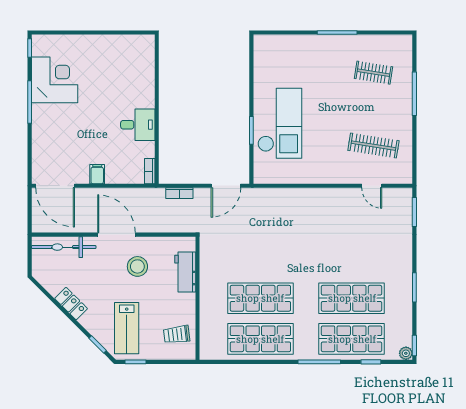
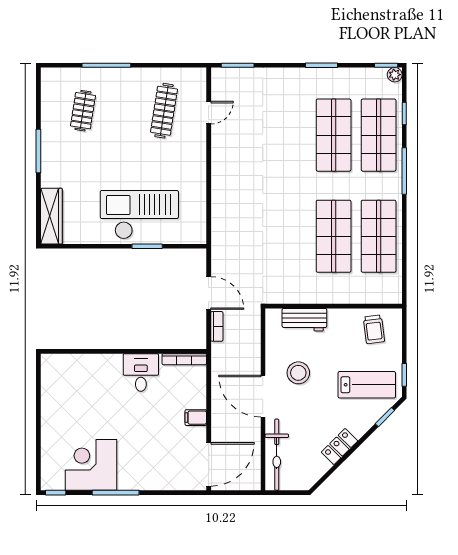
wardrobe: (278, 44) -> (51, 216), added
bookcase: (150, 171) -> (184, 359), width x1.56
door: (226, 186) -> (209, 293), moved
door: (116, 235) -> (263, 396), hinge flipped

